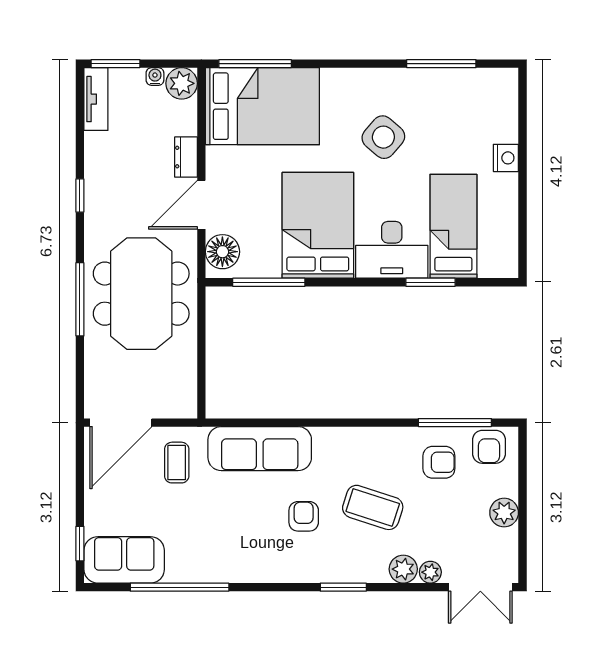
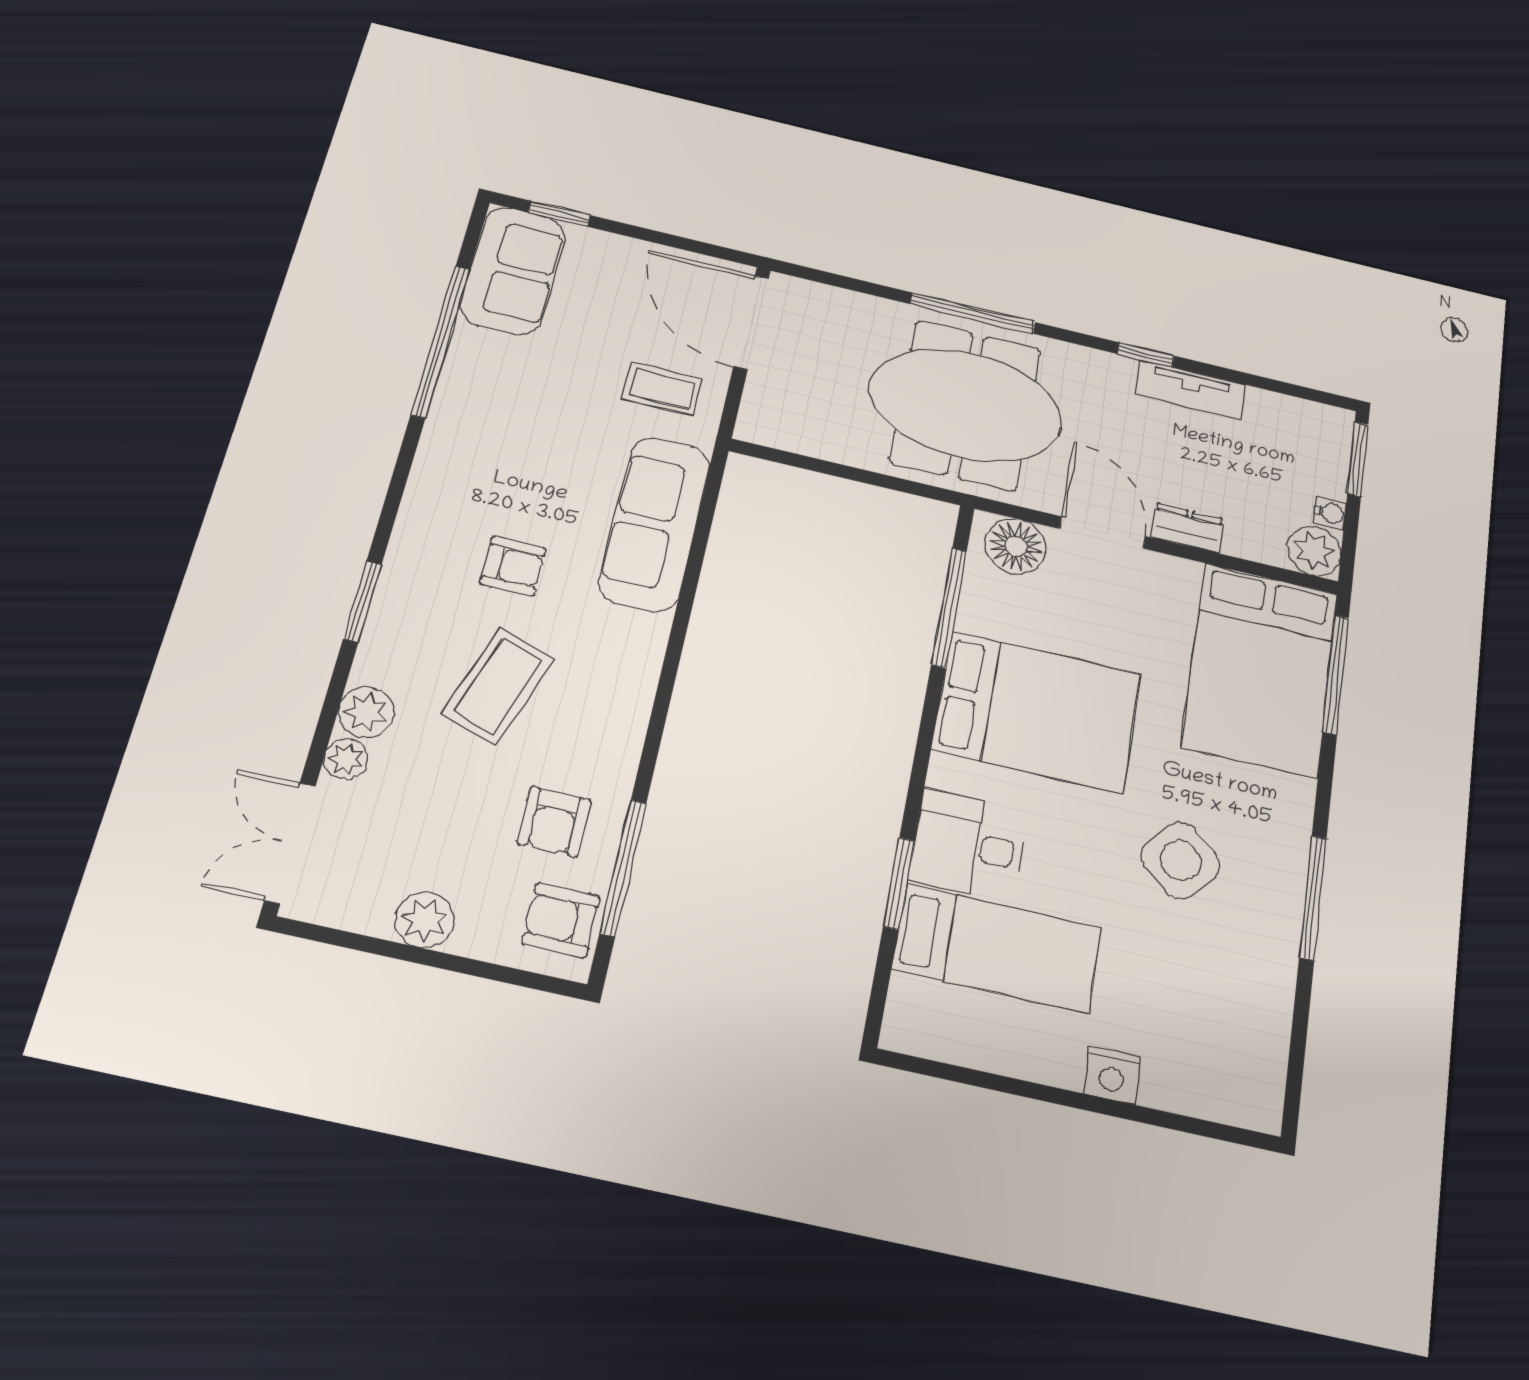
window: (441, 64) -> (1313, 898), moved
tv unit: (96, 99) -> (1191, 390), moved
desk: (392, 250) -> (968, 845), width x0.73

